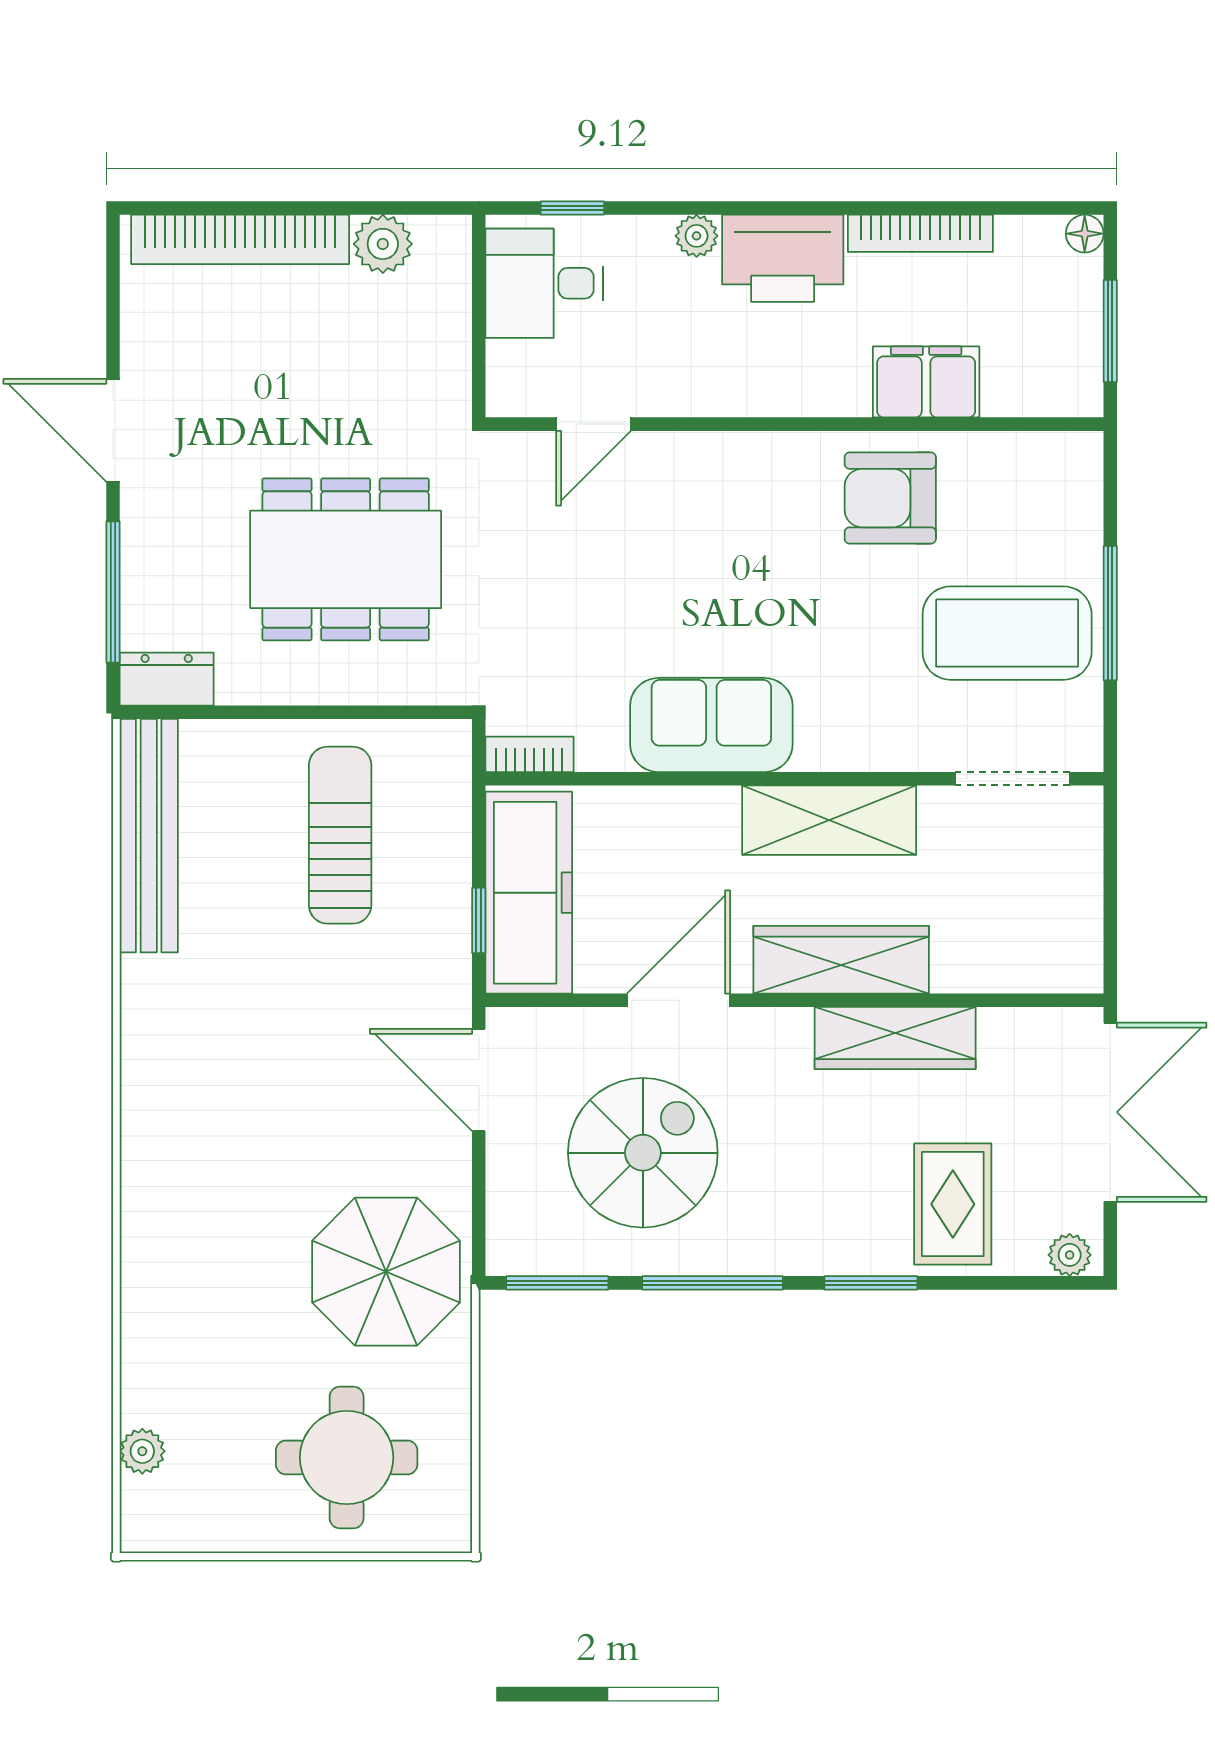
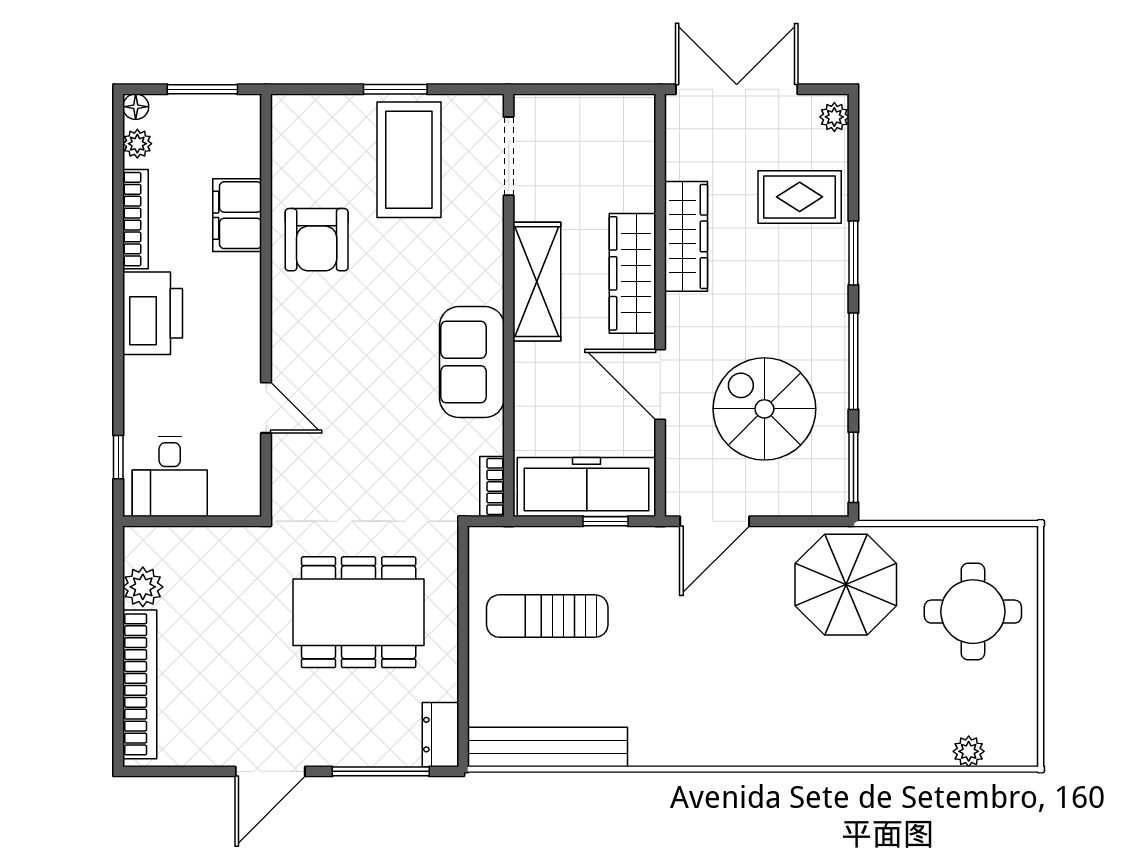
plant: (697, 236) -> (137, 144), moved
door: (593, 424) -> (266, 408), moved
dining table: (346, 559) -> (359, 612), turned 90
window: (1110, 613) -> (395, 89), width x0.69

